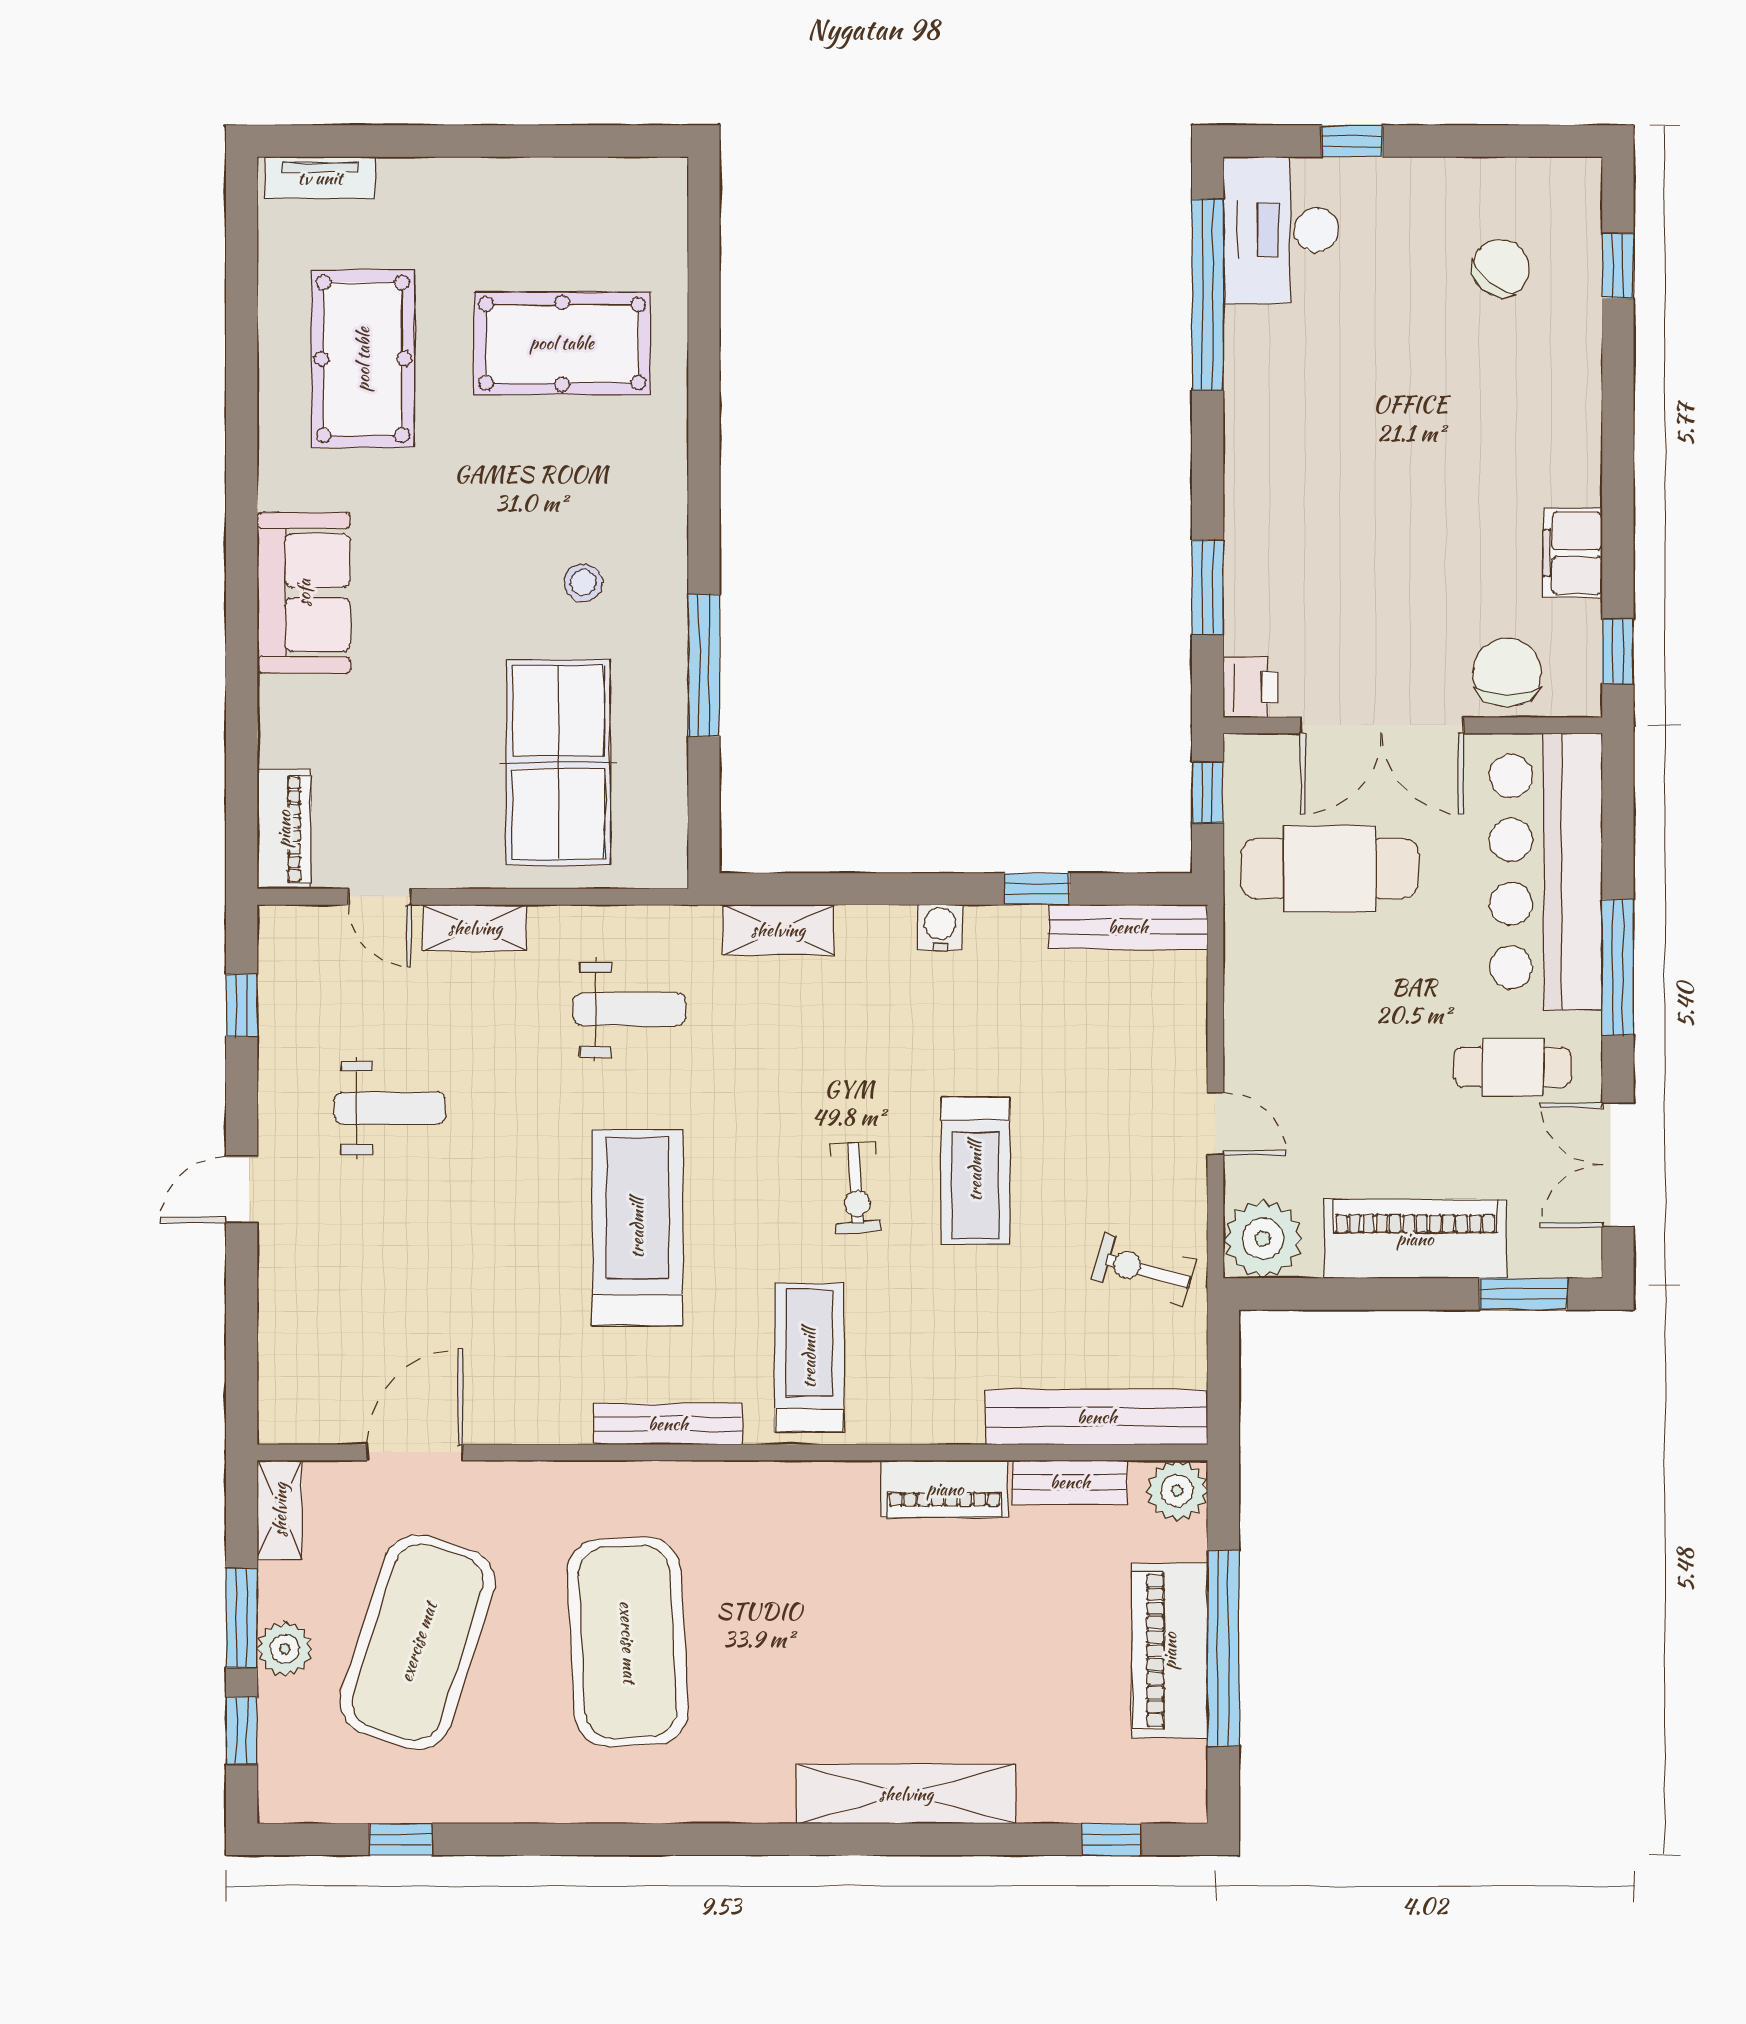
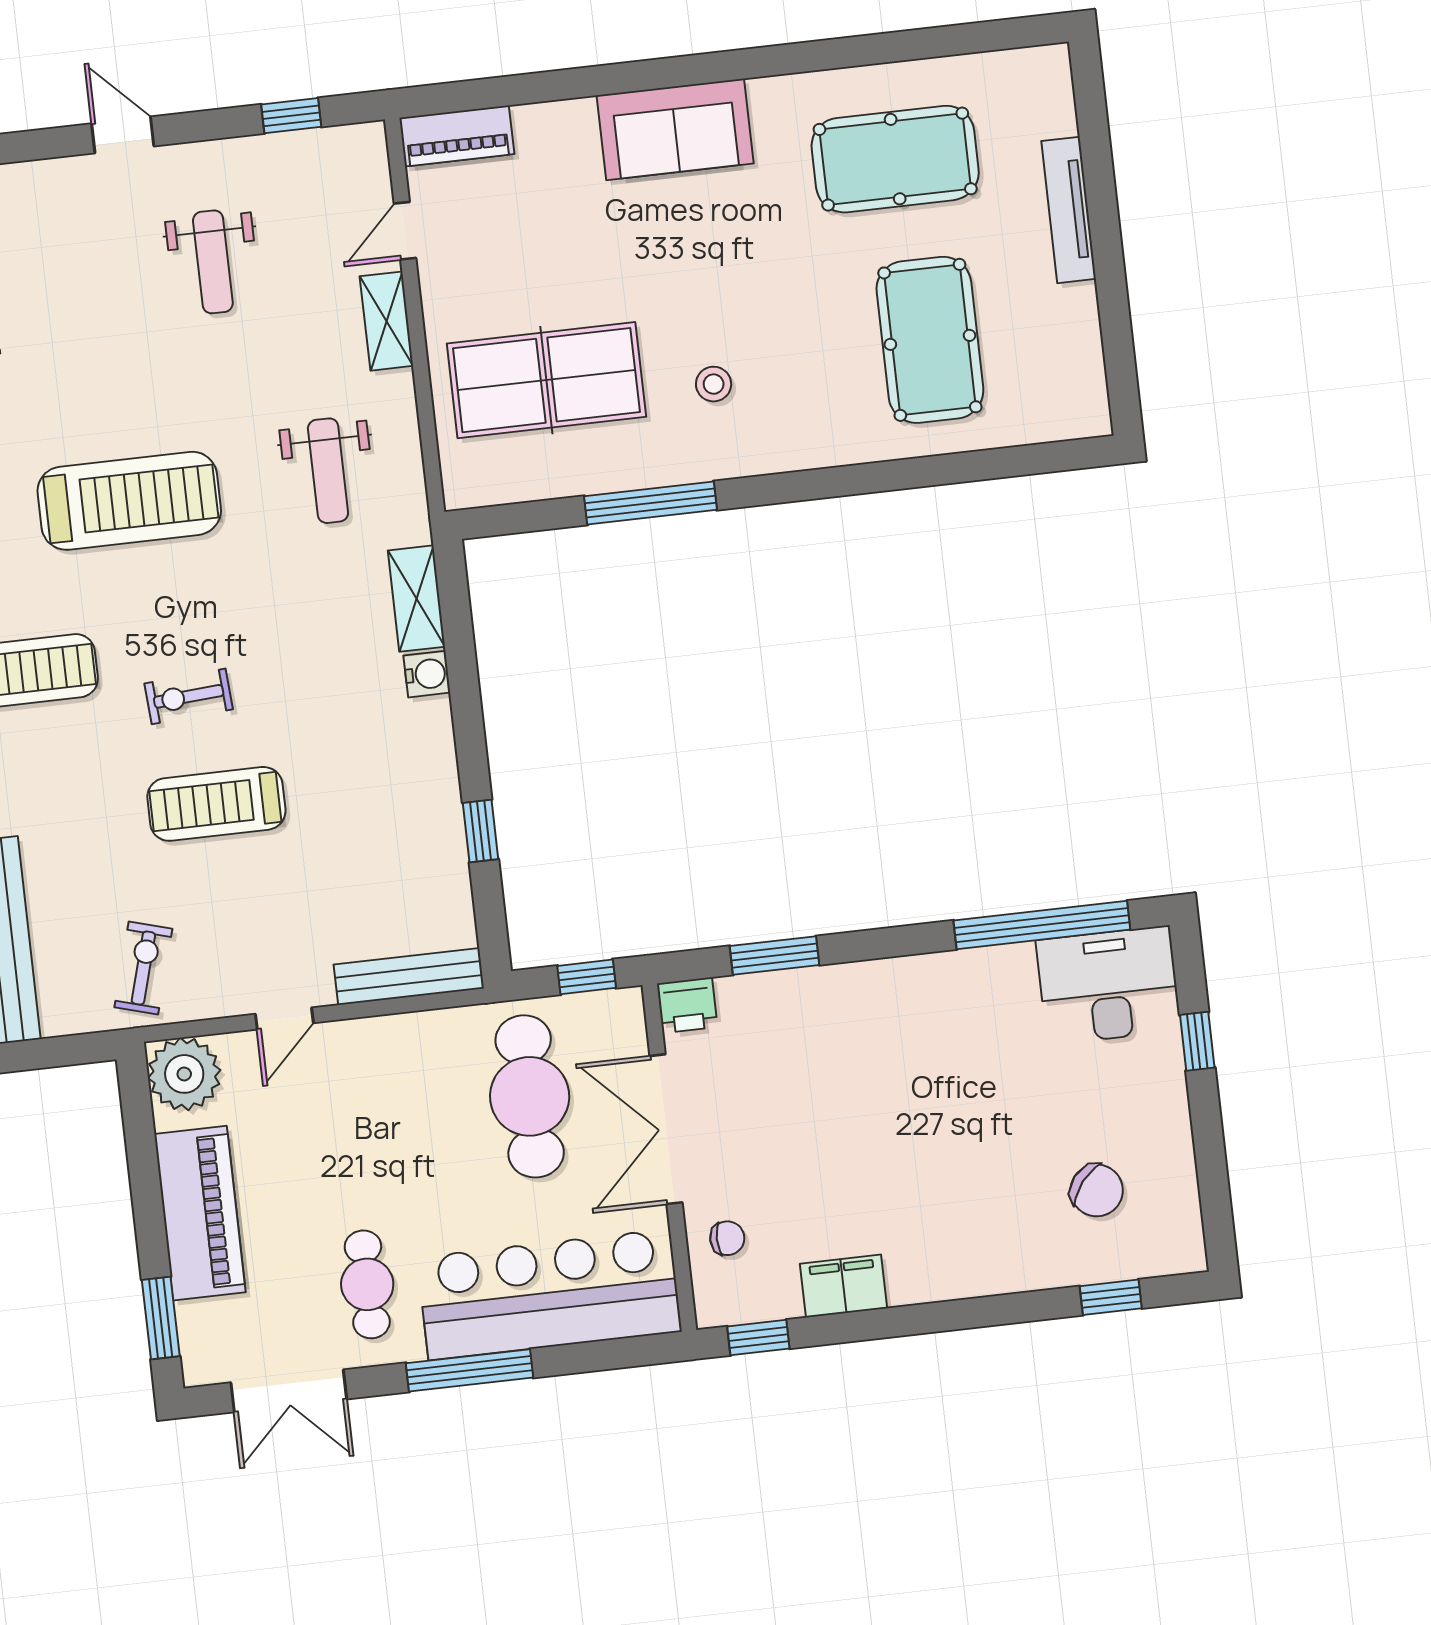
tv unit: (320, 178) -> (1069, 210), moved, width x1.41
chair: (1507, 673) -> (727, 1238), width x0.54, depth x0.54
bench: (1128, 927) -> (409, 976), moved, turned 90
water cooler: (940, 928) -> (427, 674), moved
double door: (1618, 1165) -> (289, 1391), swing flipped

